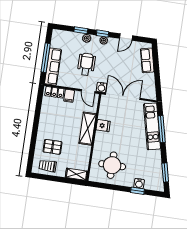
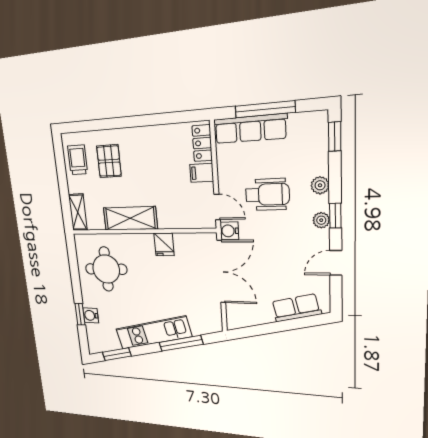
window: (81, 30) -> (335, 137), moved
door: (126, 37) -> (336, 263), hinge flipped
door: (88, 91) -> (217, 207), swing flipped
kitchen unit: (152, 126) -> (153, 333), moved
shelving: (88, 129) -> (130, 218), moved

